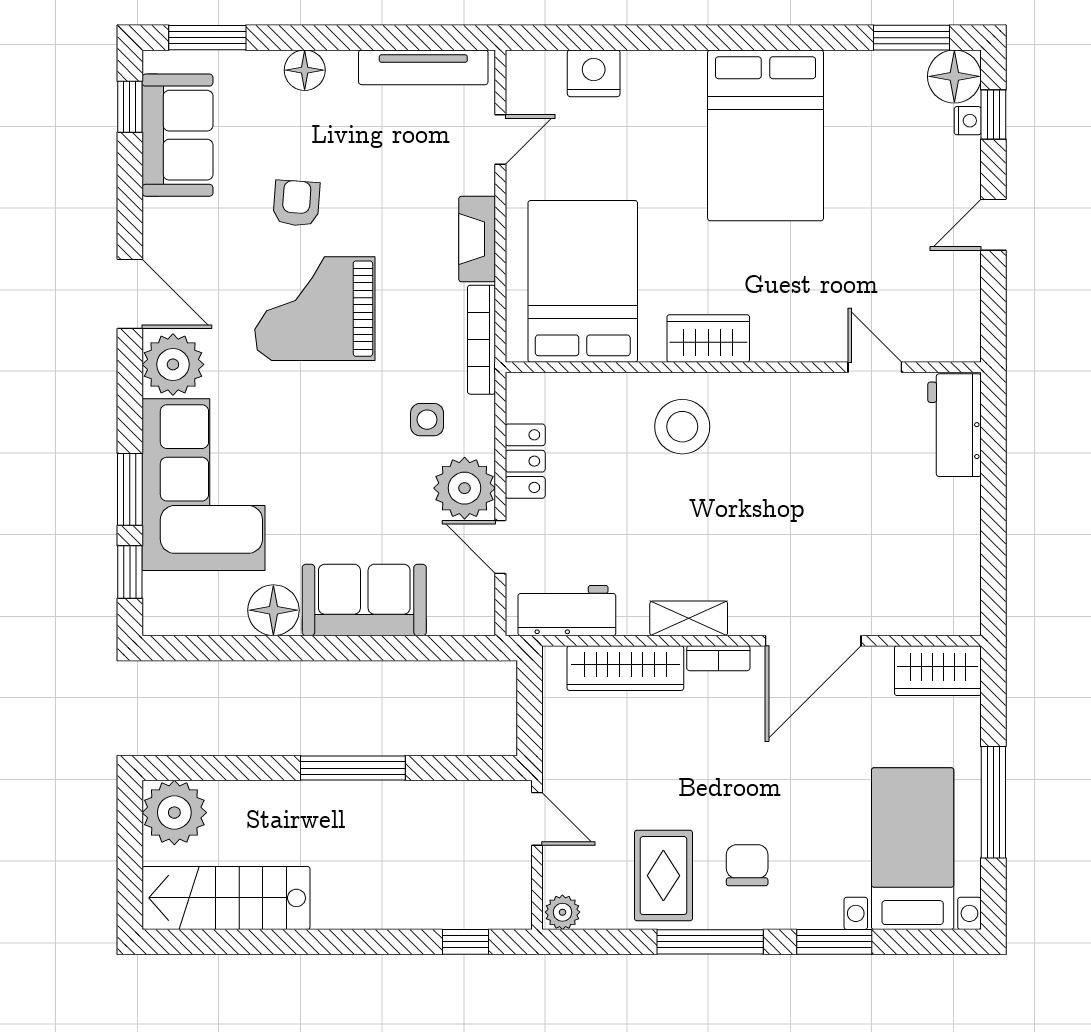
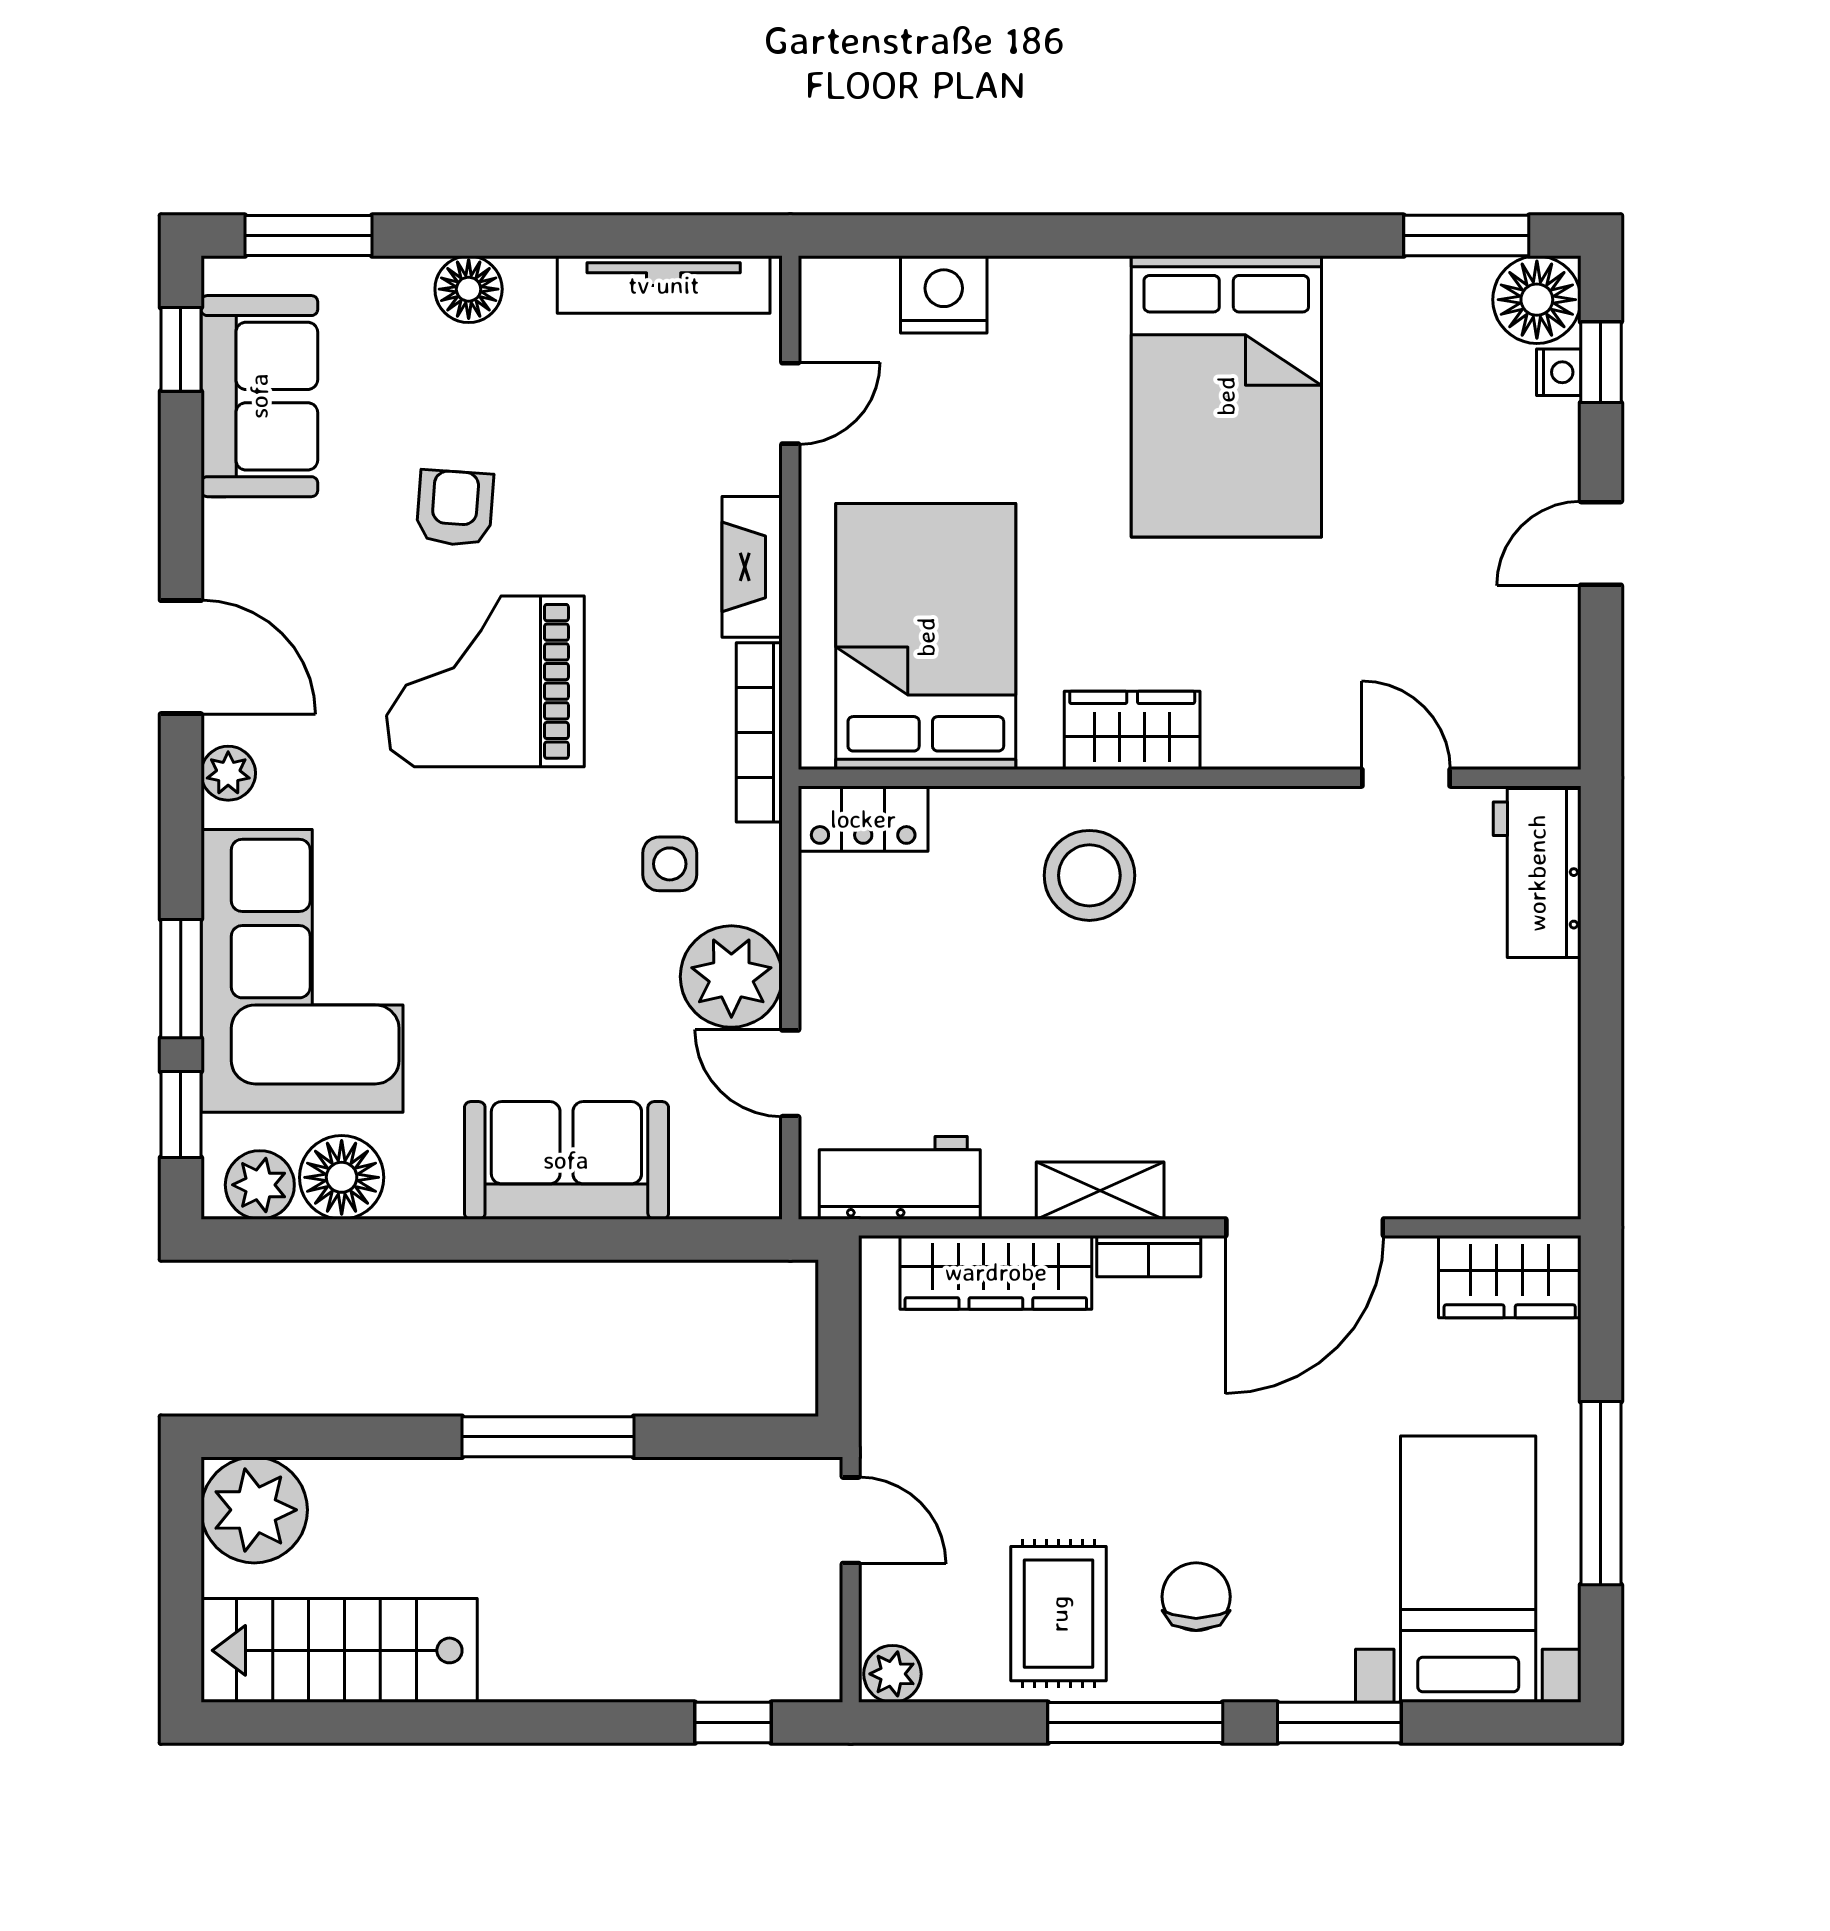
plant: (173, 364) -> (228, 773), width x0.53, depth x0.53
locker: (525, 461) -> (863, 819), moved, turned 90
floor lamp: (273, 610) -> (342, 1177), moved
plant: (178, 615) -> (260, 1185), added

